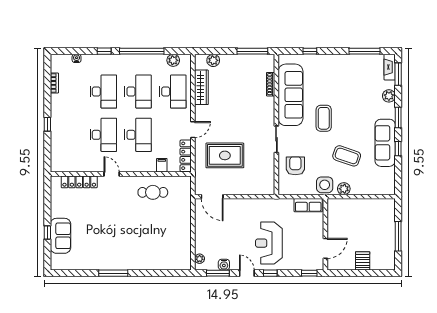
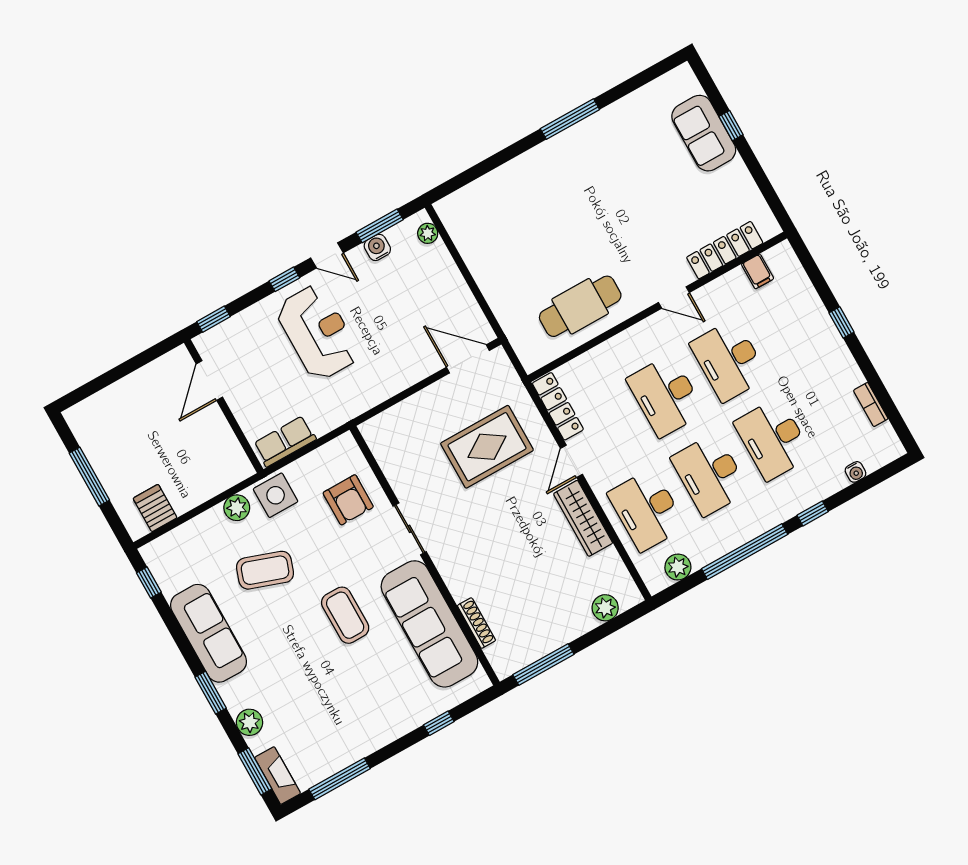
wardrobe: (201, 87) -> (583, 518), moved
window: (398, 149) -> (149, 583), moved
filing cabinet: (162, 165) -> (758, 271), moved
cafe table: (153, 192) -> (580, 306), width x1.37, depth x1.35
server rack: (363, 261) -> (155, 508), moved, turned 180

